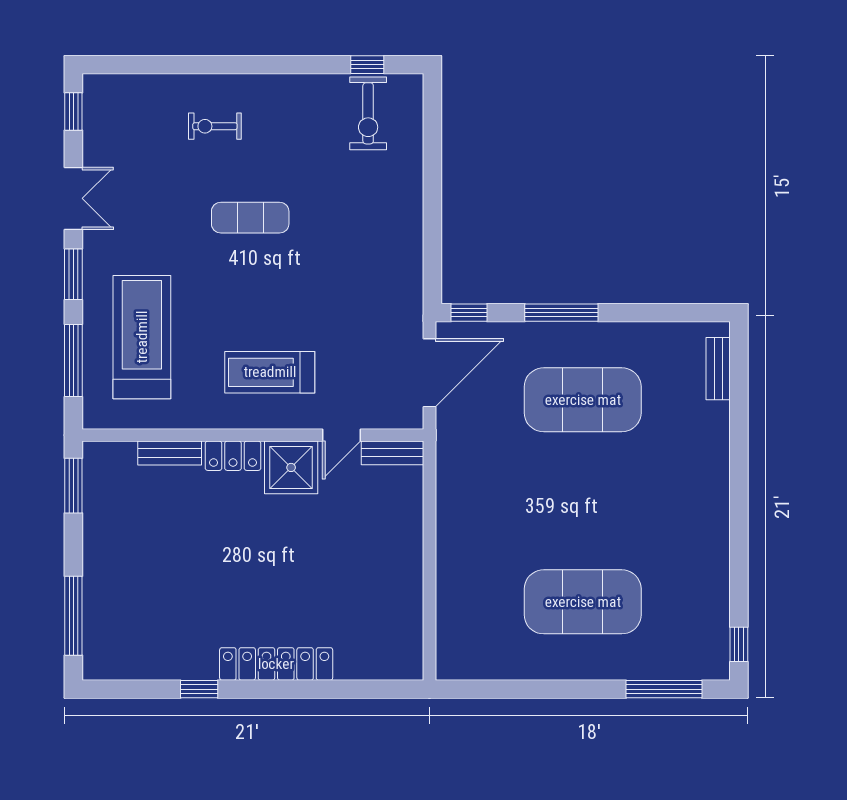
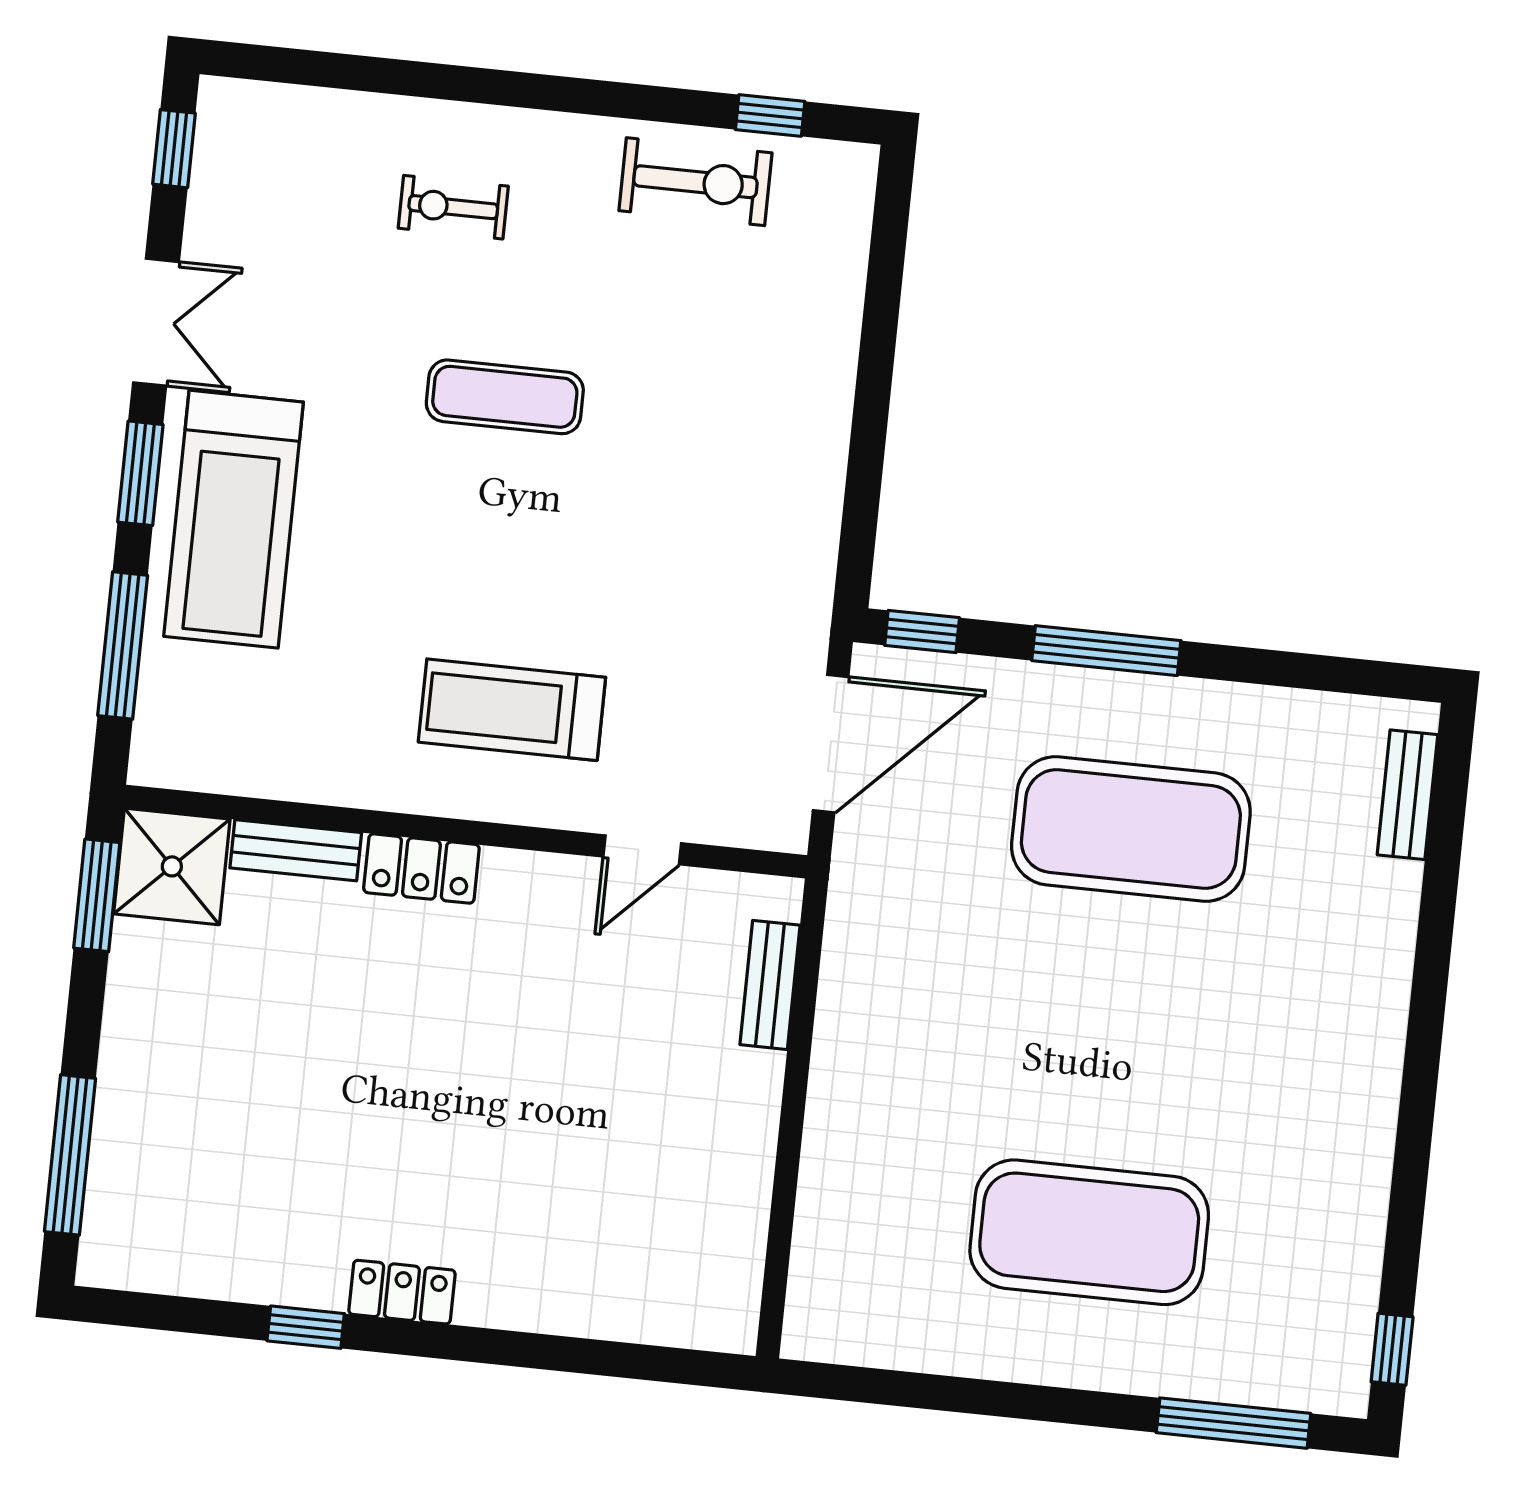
exercise bike: (368, 113) -> (695, 182), moved, turned -90
treadmill: (142, 337) -> (234, 519), moved, turned 180
bench: (392, 453) -> (770, 985), moved, turned 90
shower: (291, 467) -> (172, 866), moved
locker: (276, 664) -> (402, 1292), width x0.46, depth x0.83

